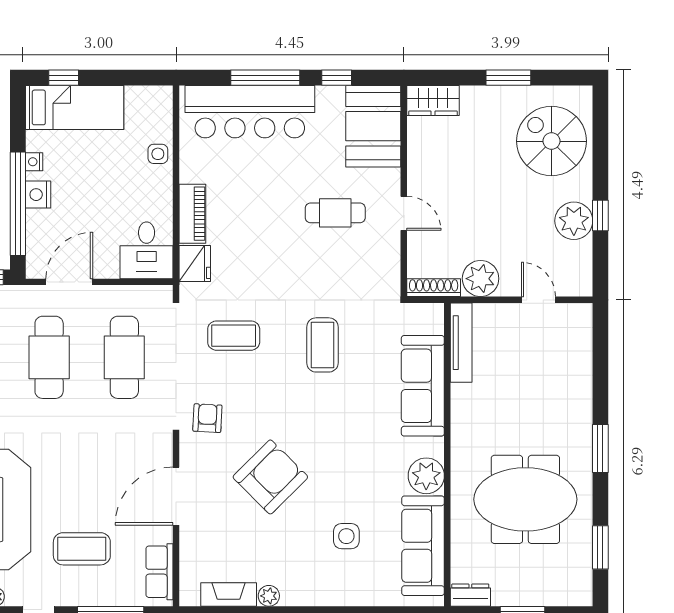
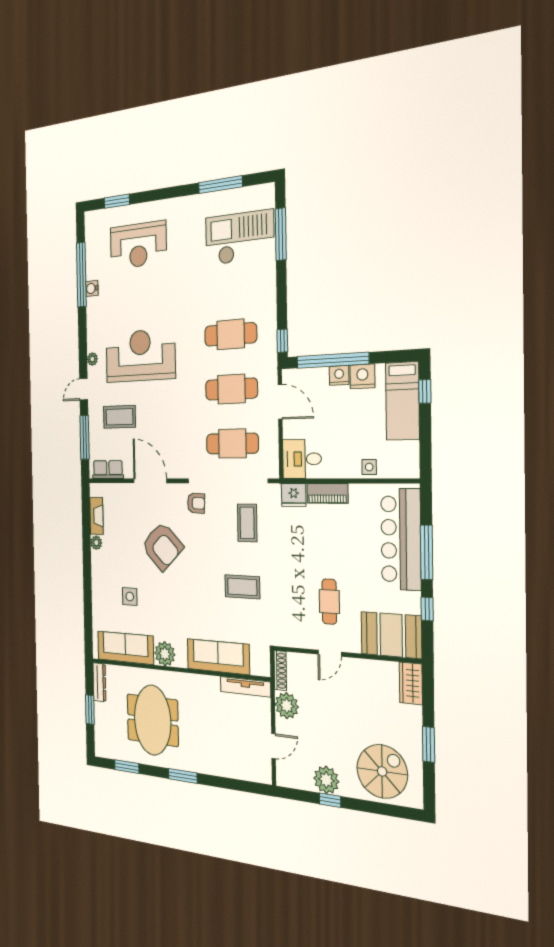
nightstand: (34, 162) -> (362, 376), width x1.89, depth x1.79
coffee table: (82, 549) -> (119, 417), turned 90
dresser: (470, 595) -> (99, 682), width x1.44

